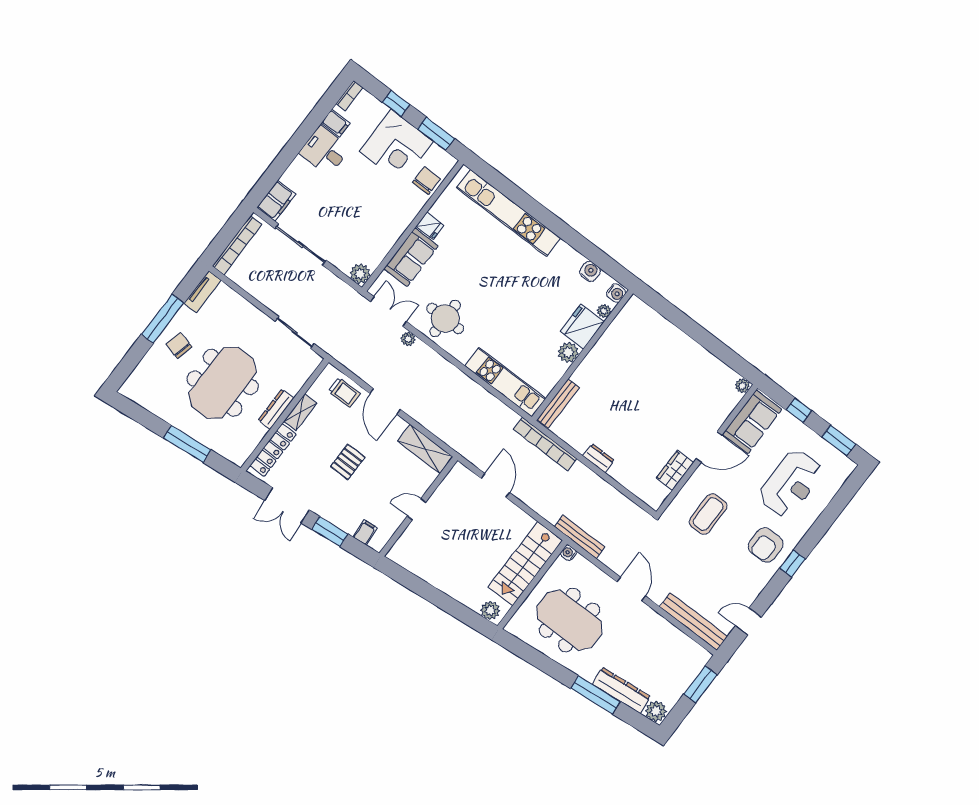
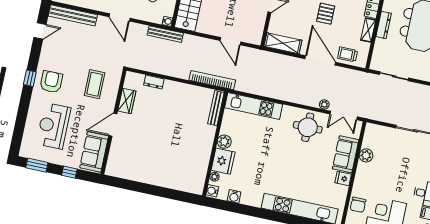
plant: (360, 274) -> (366, 155), moved
plant: (742, 386) -> (110, 171), removed
door: (385, 401) -> (320, 60), width x1.36
dresser: (599, 458) -> (154, 82), moved

